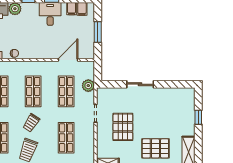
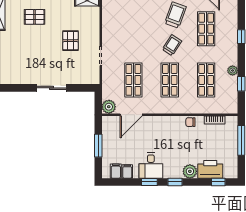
plant: (88, 86) -> (109, 107), moved
pallet: (123, 127) -> (71, 41), width x0.67, depth x0.71
shop shelf: (66, 138) -> (133, 29), removed
pallet: (155, 148) -> (35, 17), width x0.67, depth x0.71

